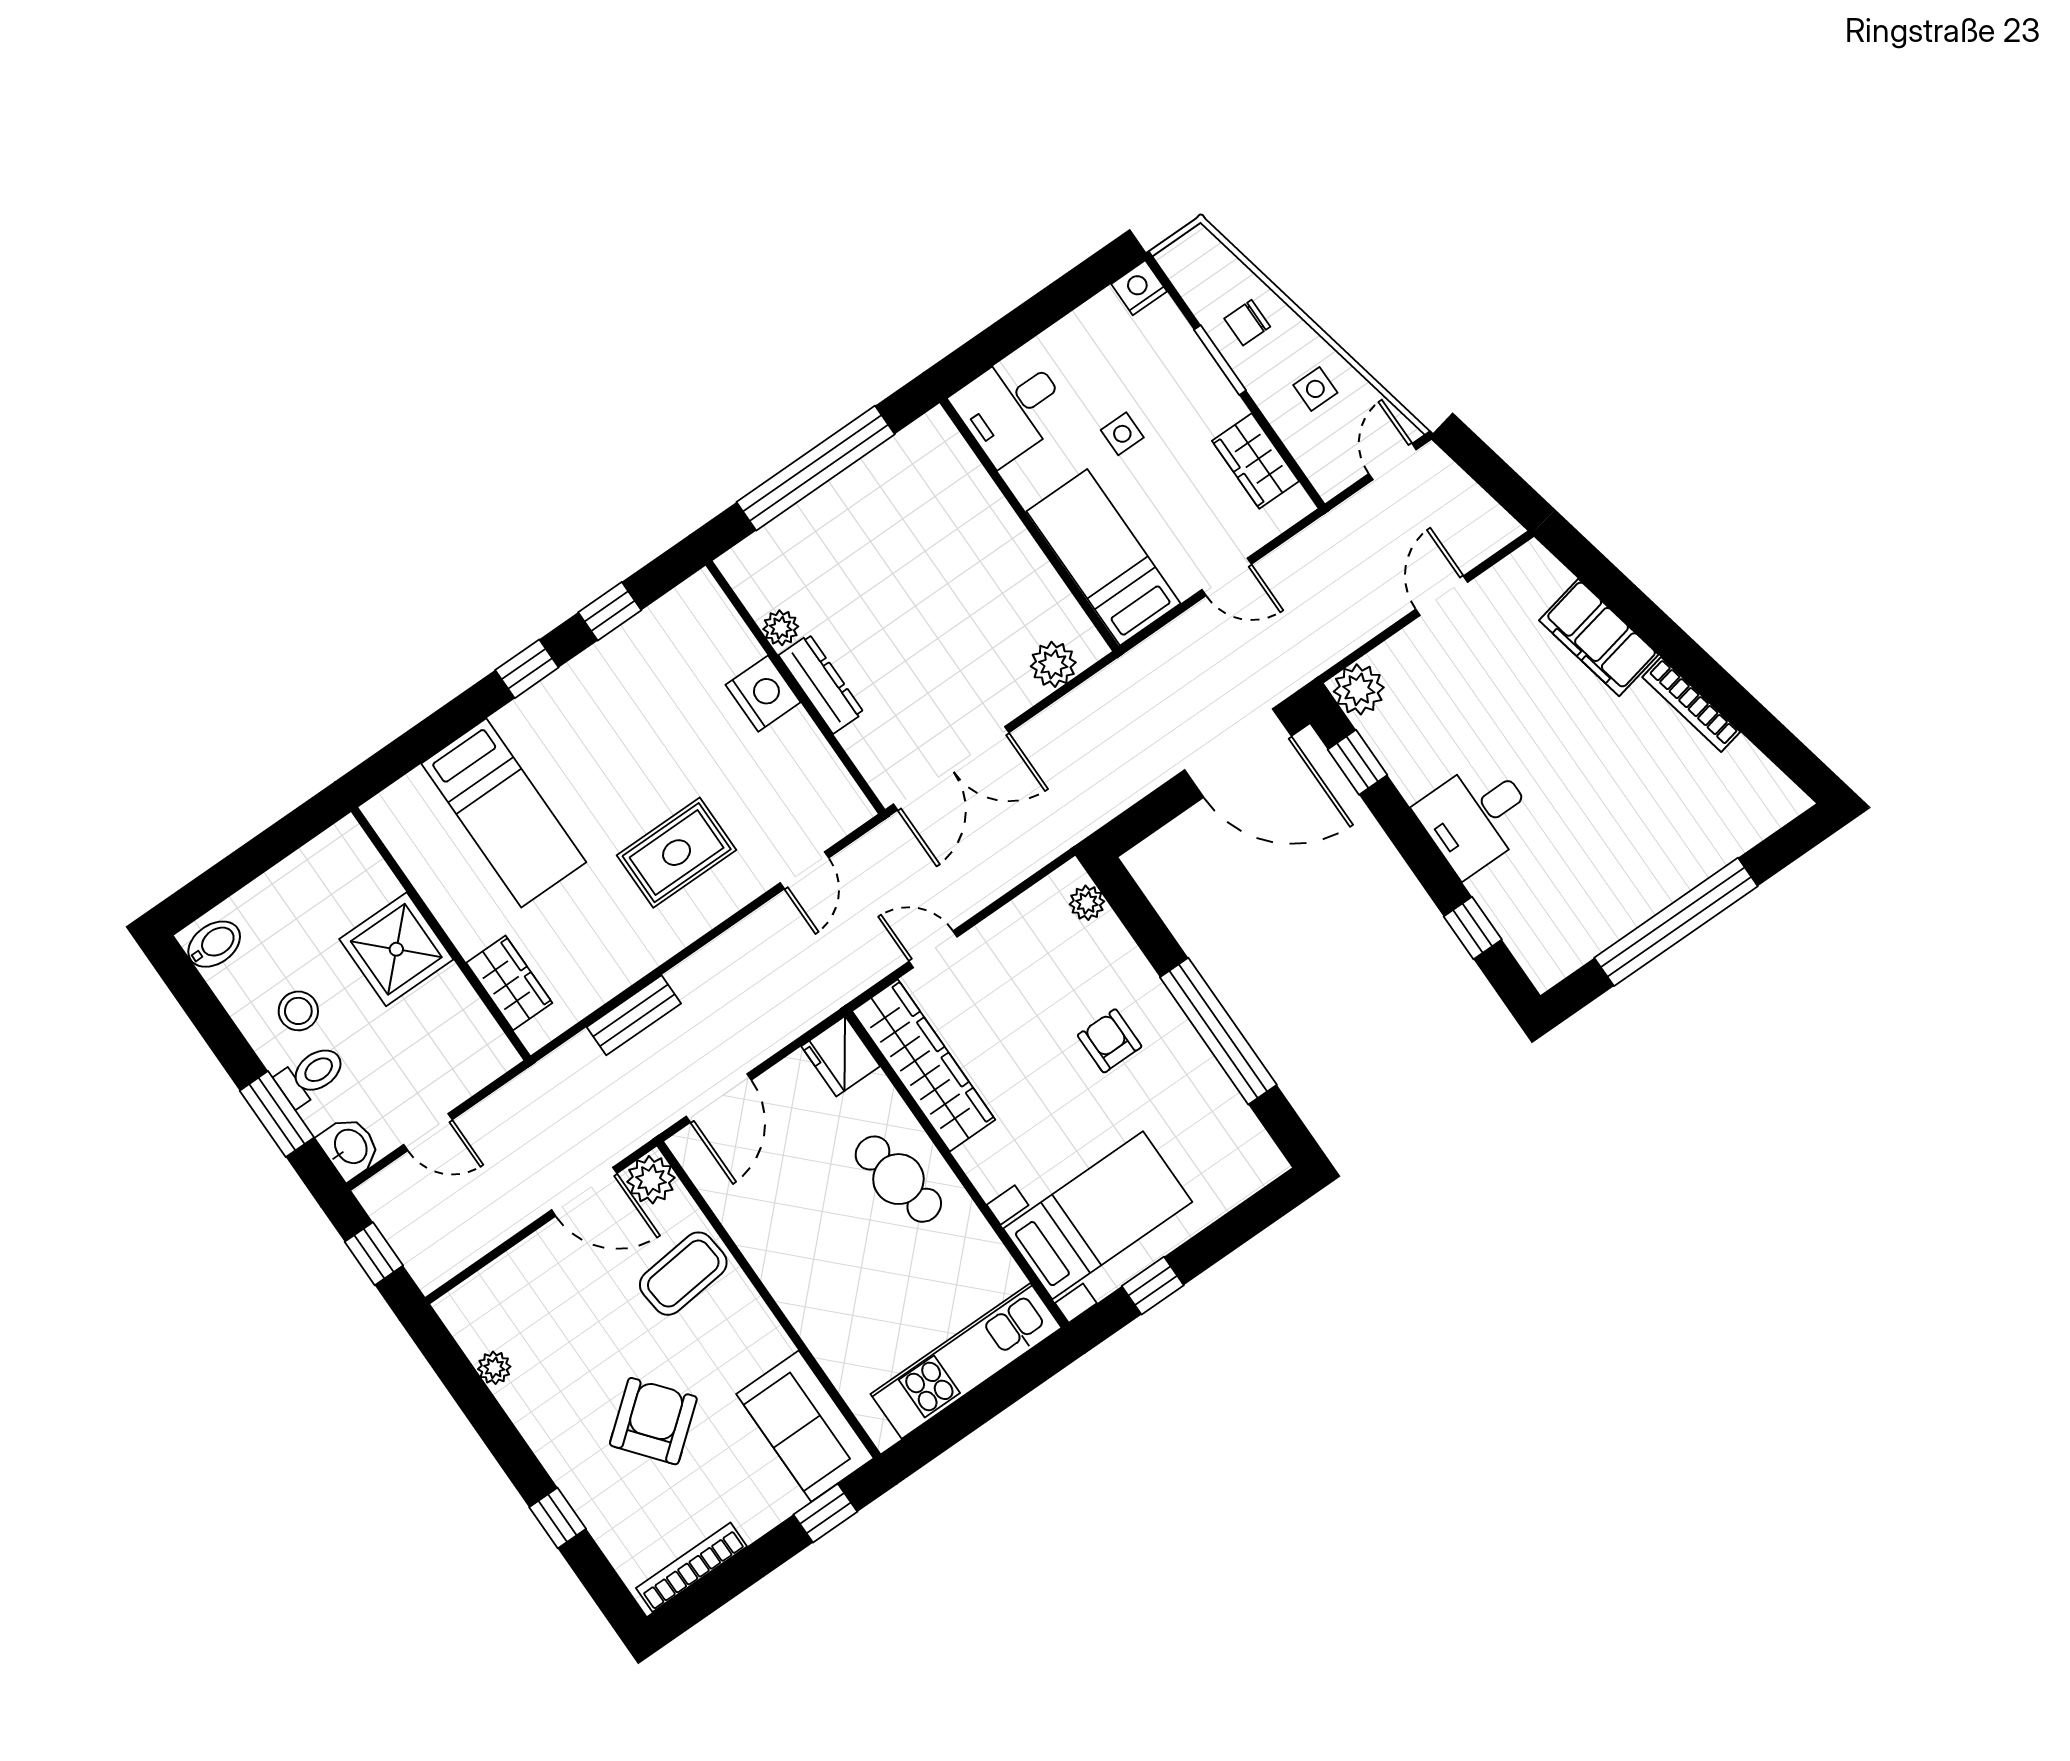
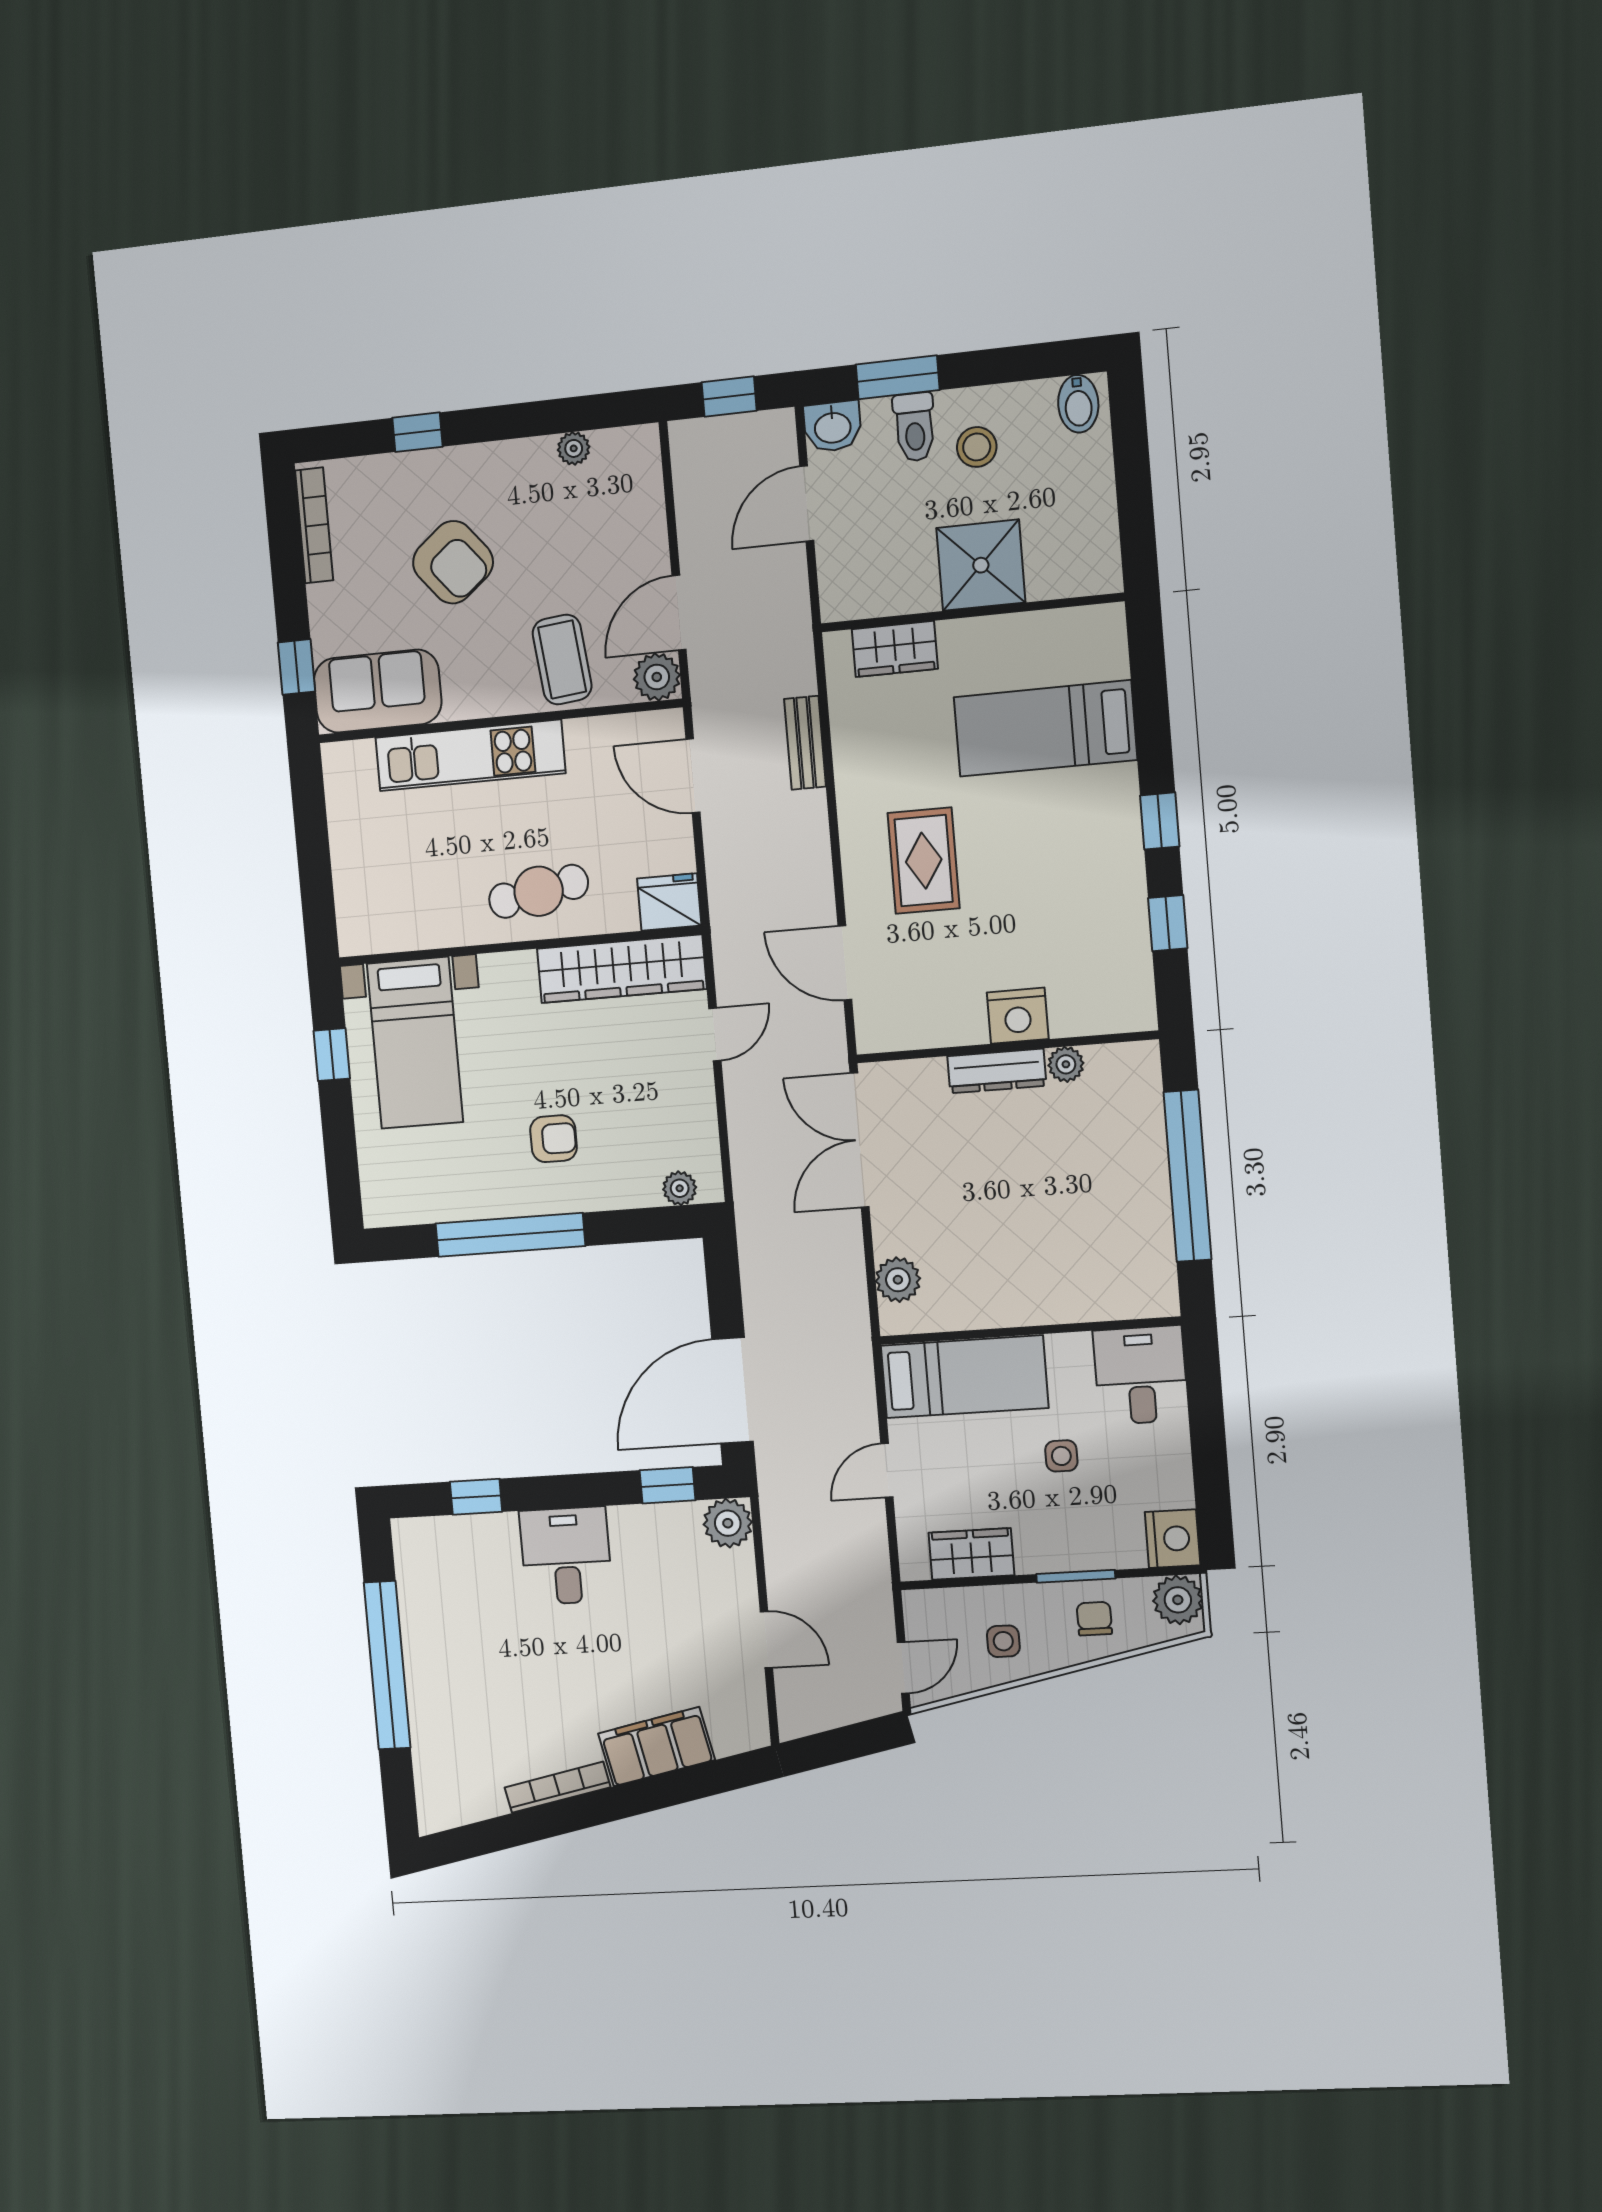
plant: (1187, 261) -> (1178, 1600), added
nightstand: (1139, 288) -> (1172, 1539), width x1.36, depth x1.33
door: (1393, 462) -> (903, 1668), hinge flipped
door: (804, 870) -> (845, 963), width x1.38
door: (428, 1132) -> (807, 504), width x1.38
kitchen unit: (966, 1361) -> (470, 755), moved, turned 90

